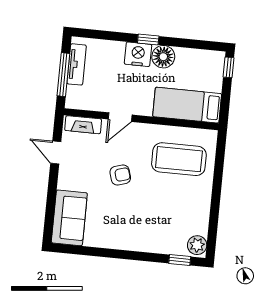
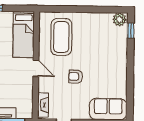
door: (120, 117) -> (36, 68), moved
armchair: (120, 175) -> (76, 77), turned -73

